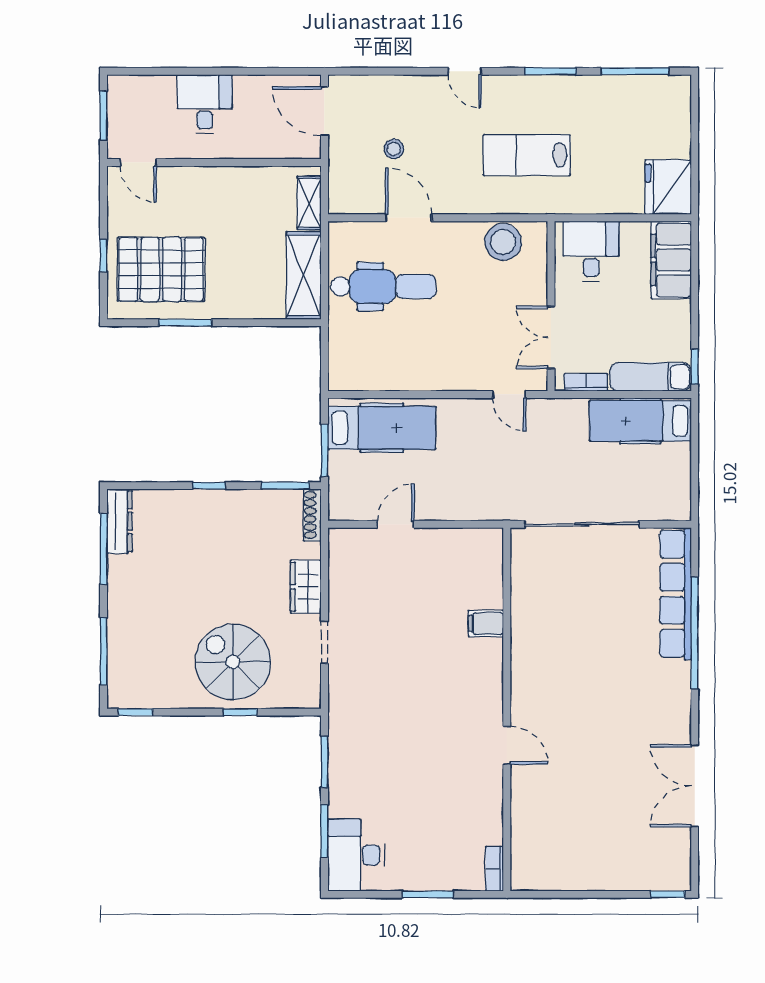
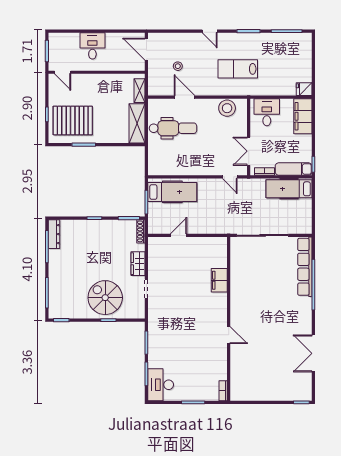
fridge: (668, 187) -> (304, 89), width x0.53, depth x0.75
filing cabinet: (486, 624) -> (219, 280), width x2.00

